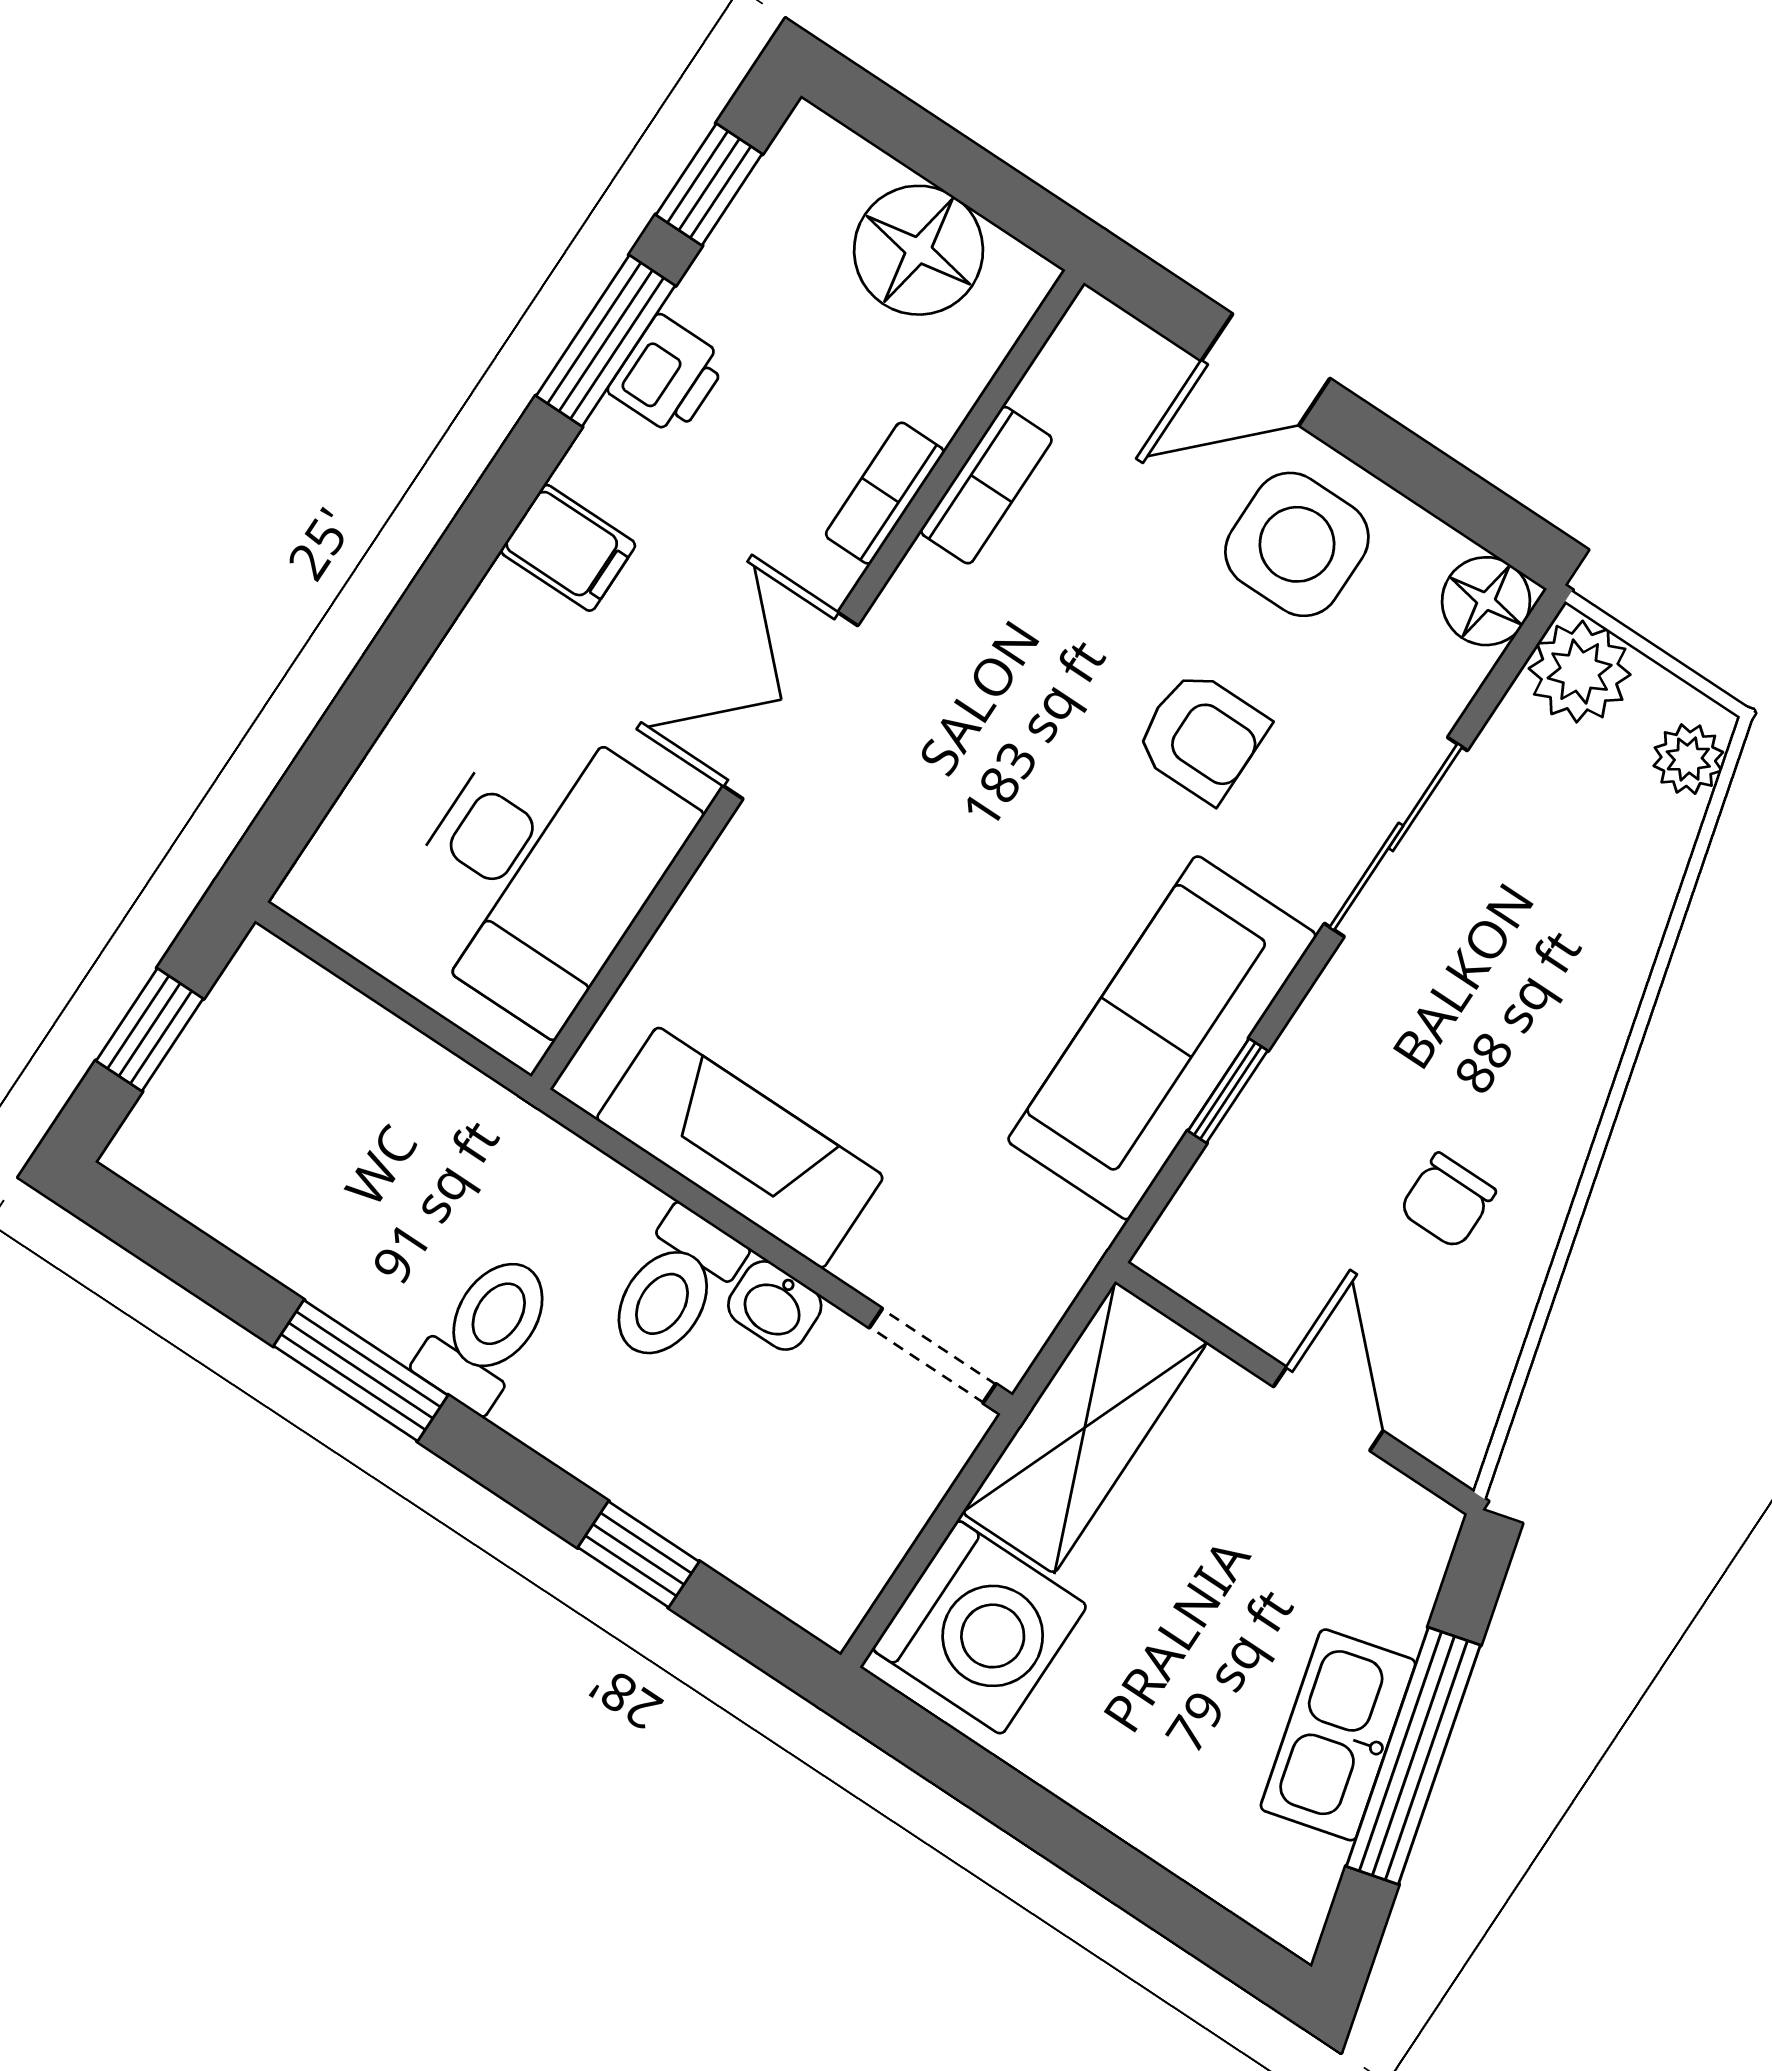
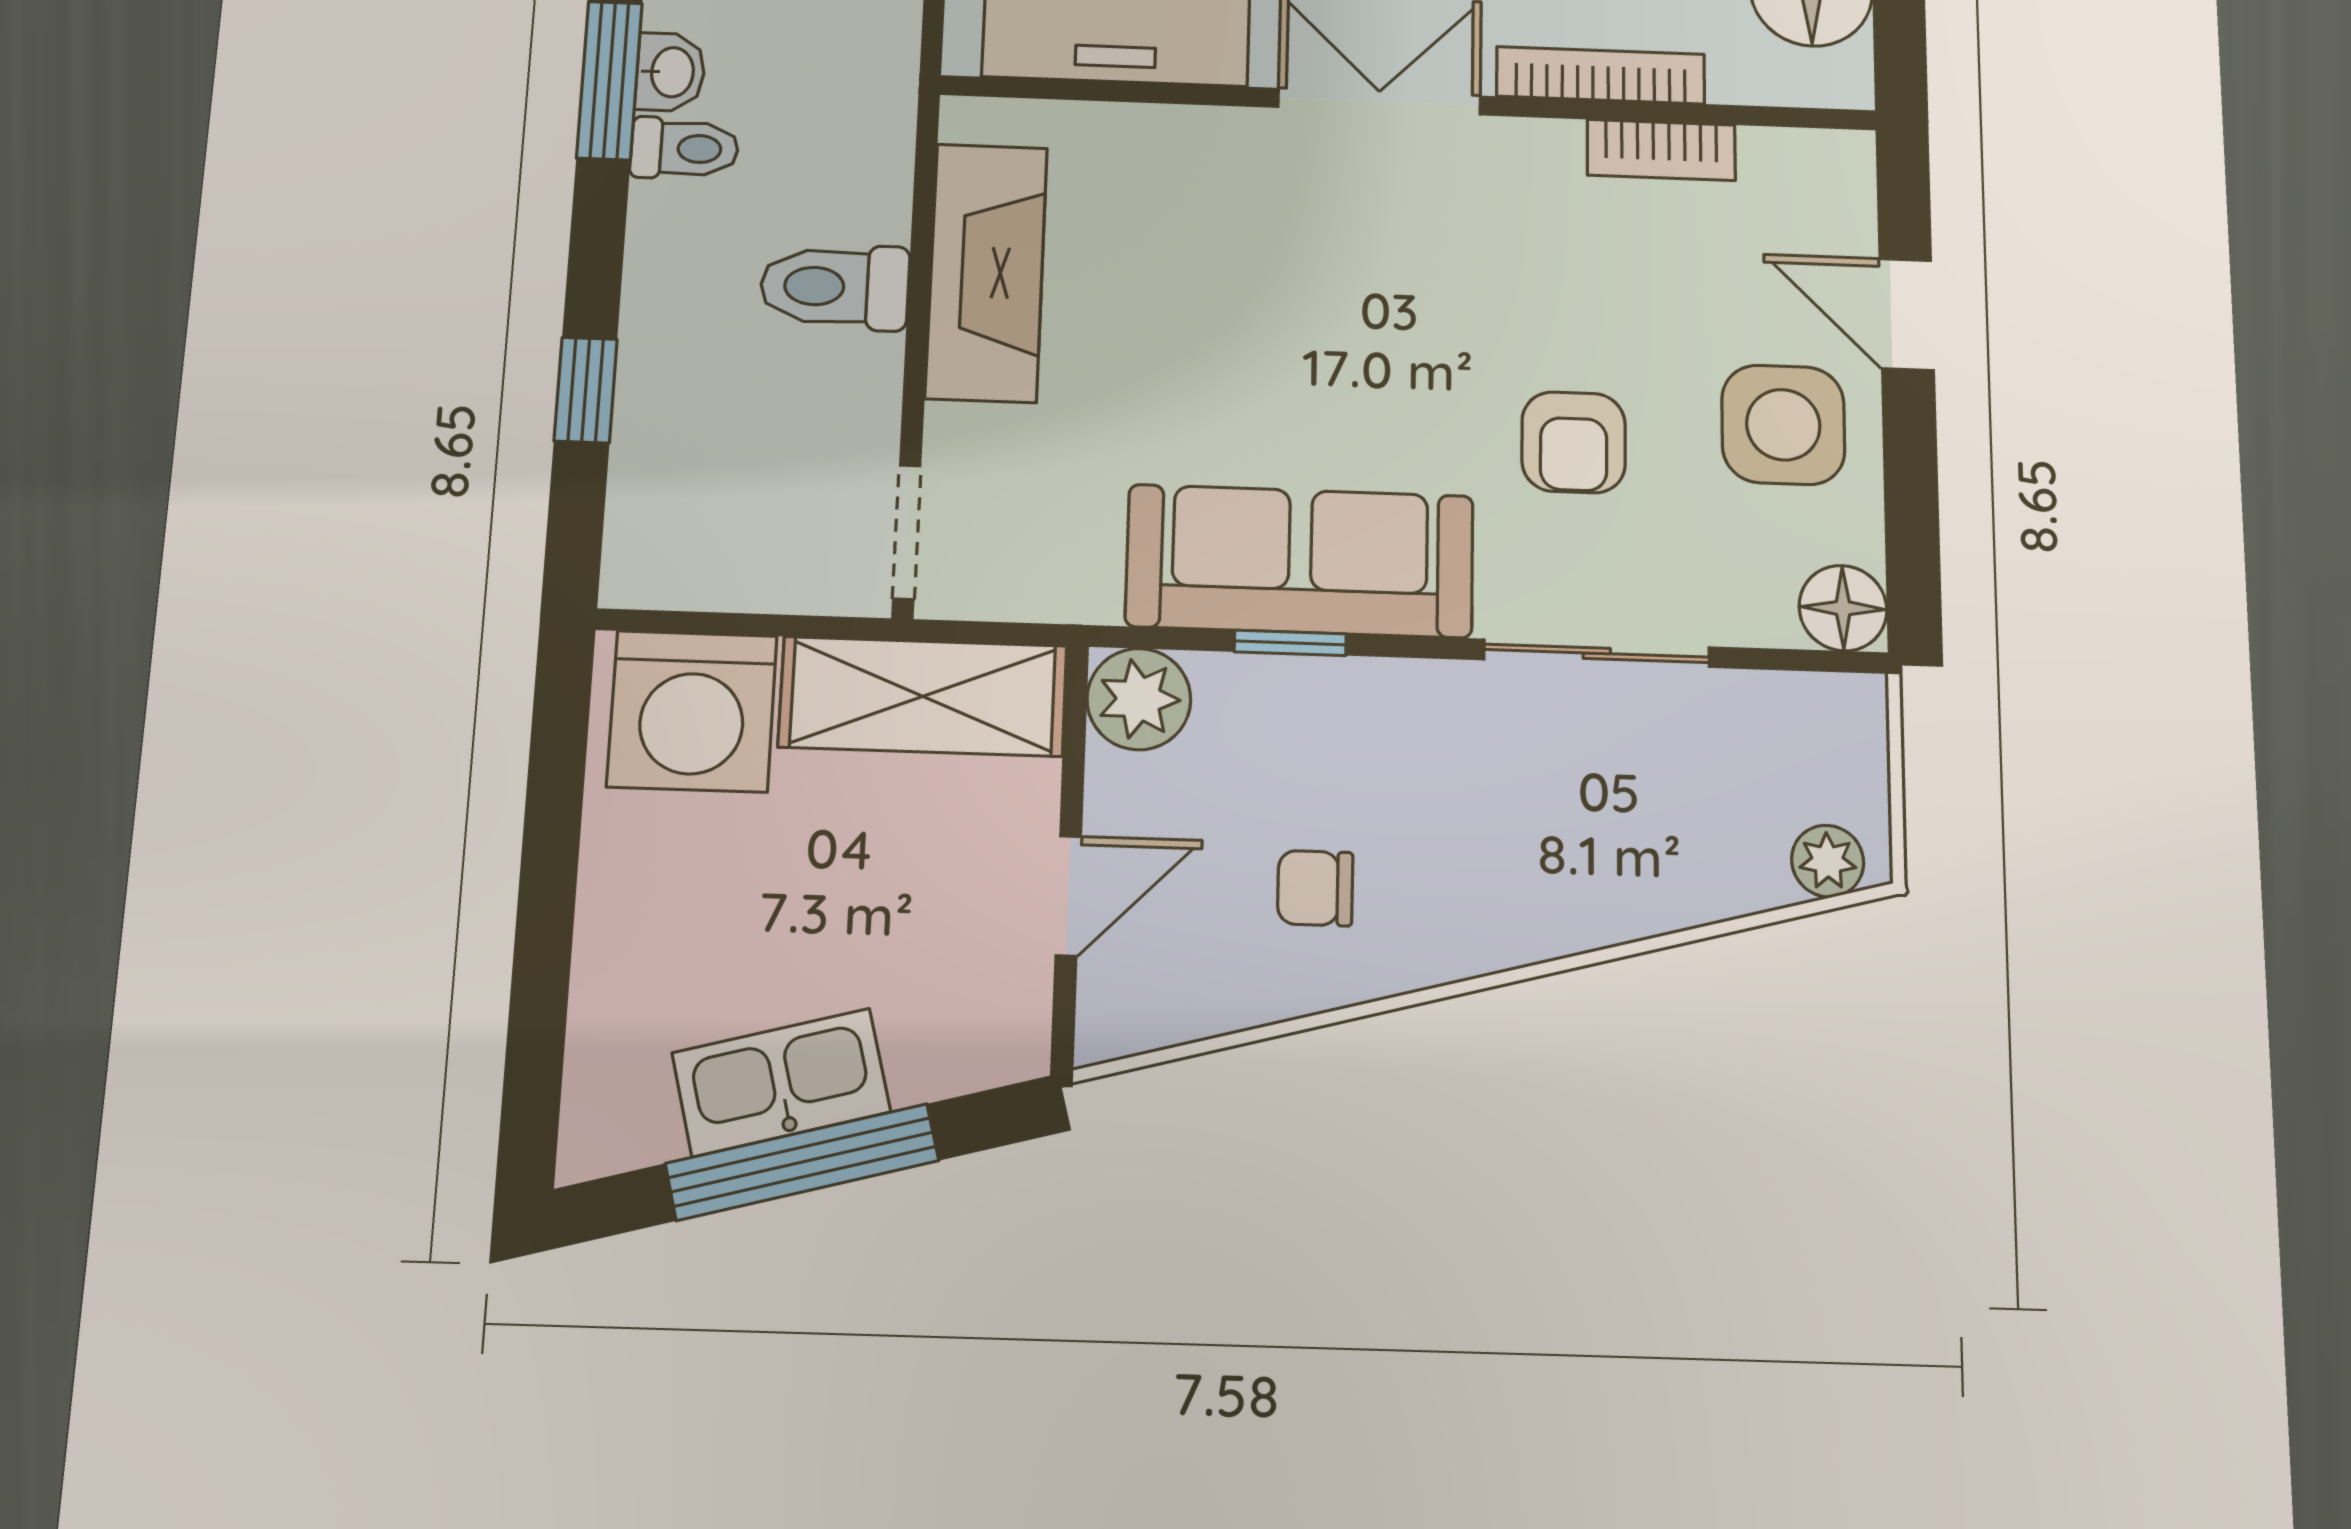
bookcase: (885, 493) -> (1601, 75), width x1.56
plant: (1580, 672) -> (1139, 699), moved
washbasin: (775, 1306) -> (670, 72), moved, turned 180
toilet: (487, 1331) -> (685, 148), width x0.73, depth x0.72

